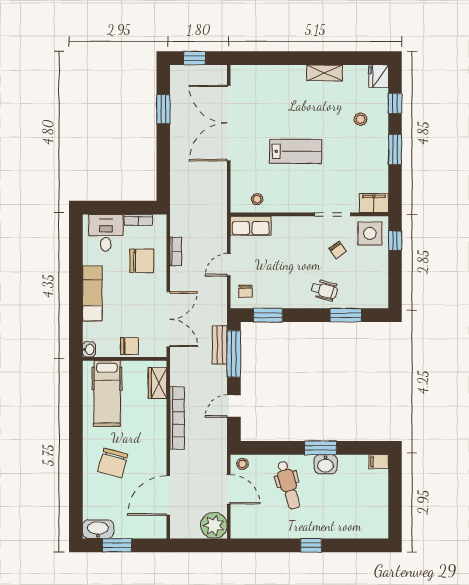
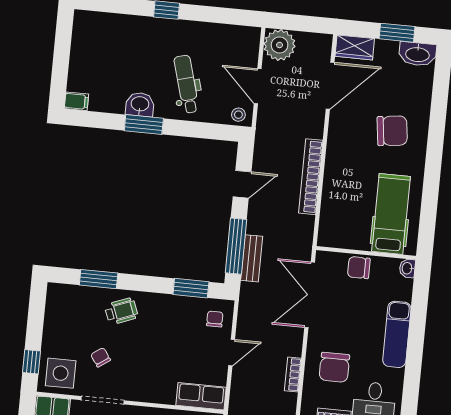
chair: (142, 261) -> (334, 367), turned -90
wheelchair: (324, 290) -> (121, 311), turned 144
wardrobe: (158, 383) -> (355, 47), moved, turned 90
chair: (113, 463) -> (392, 131), turned 68

